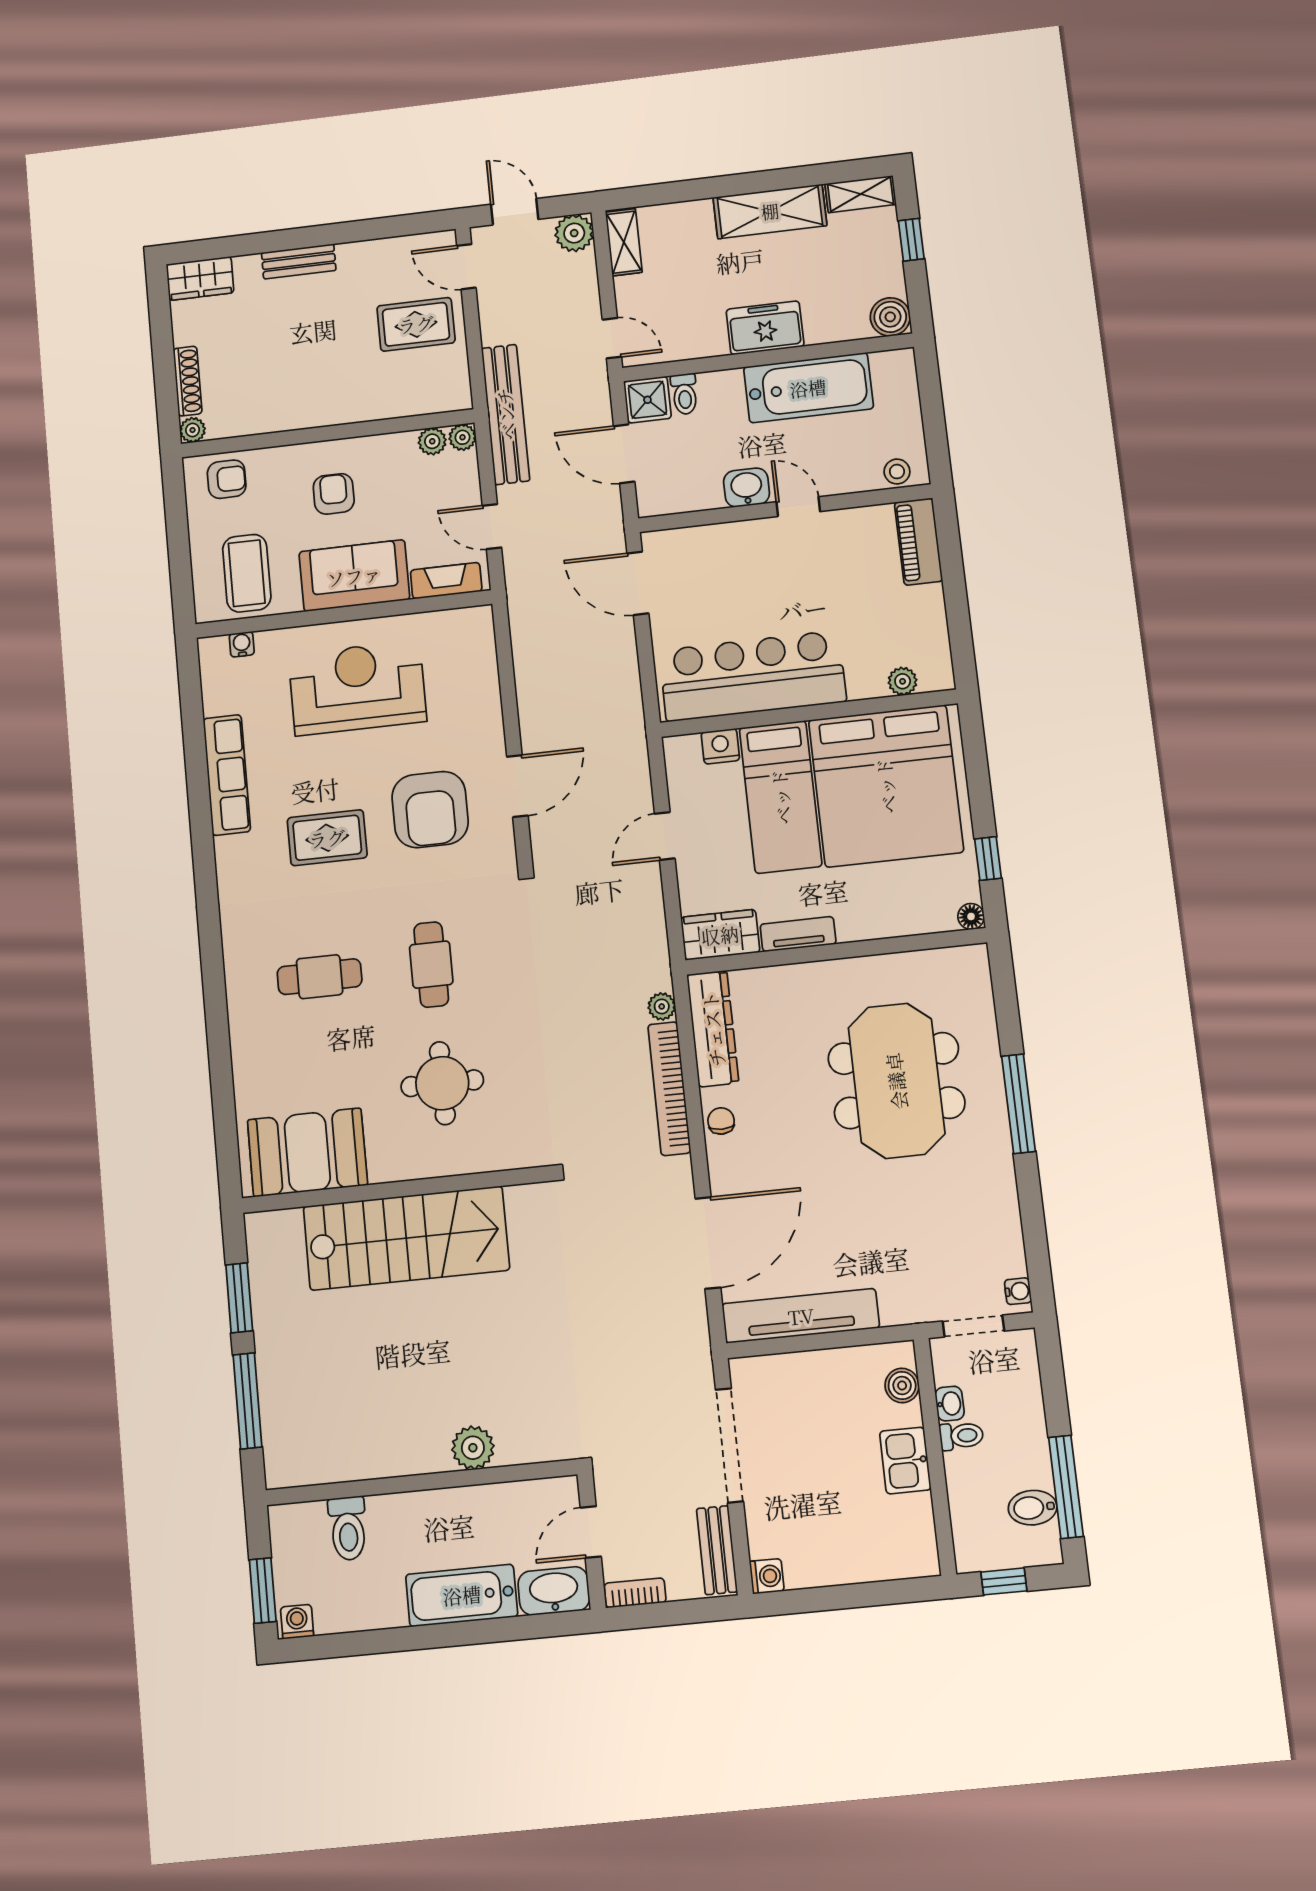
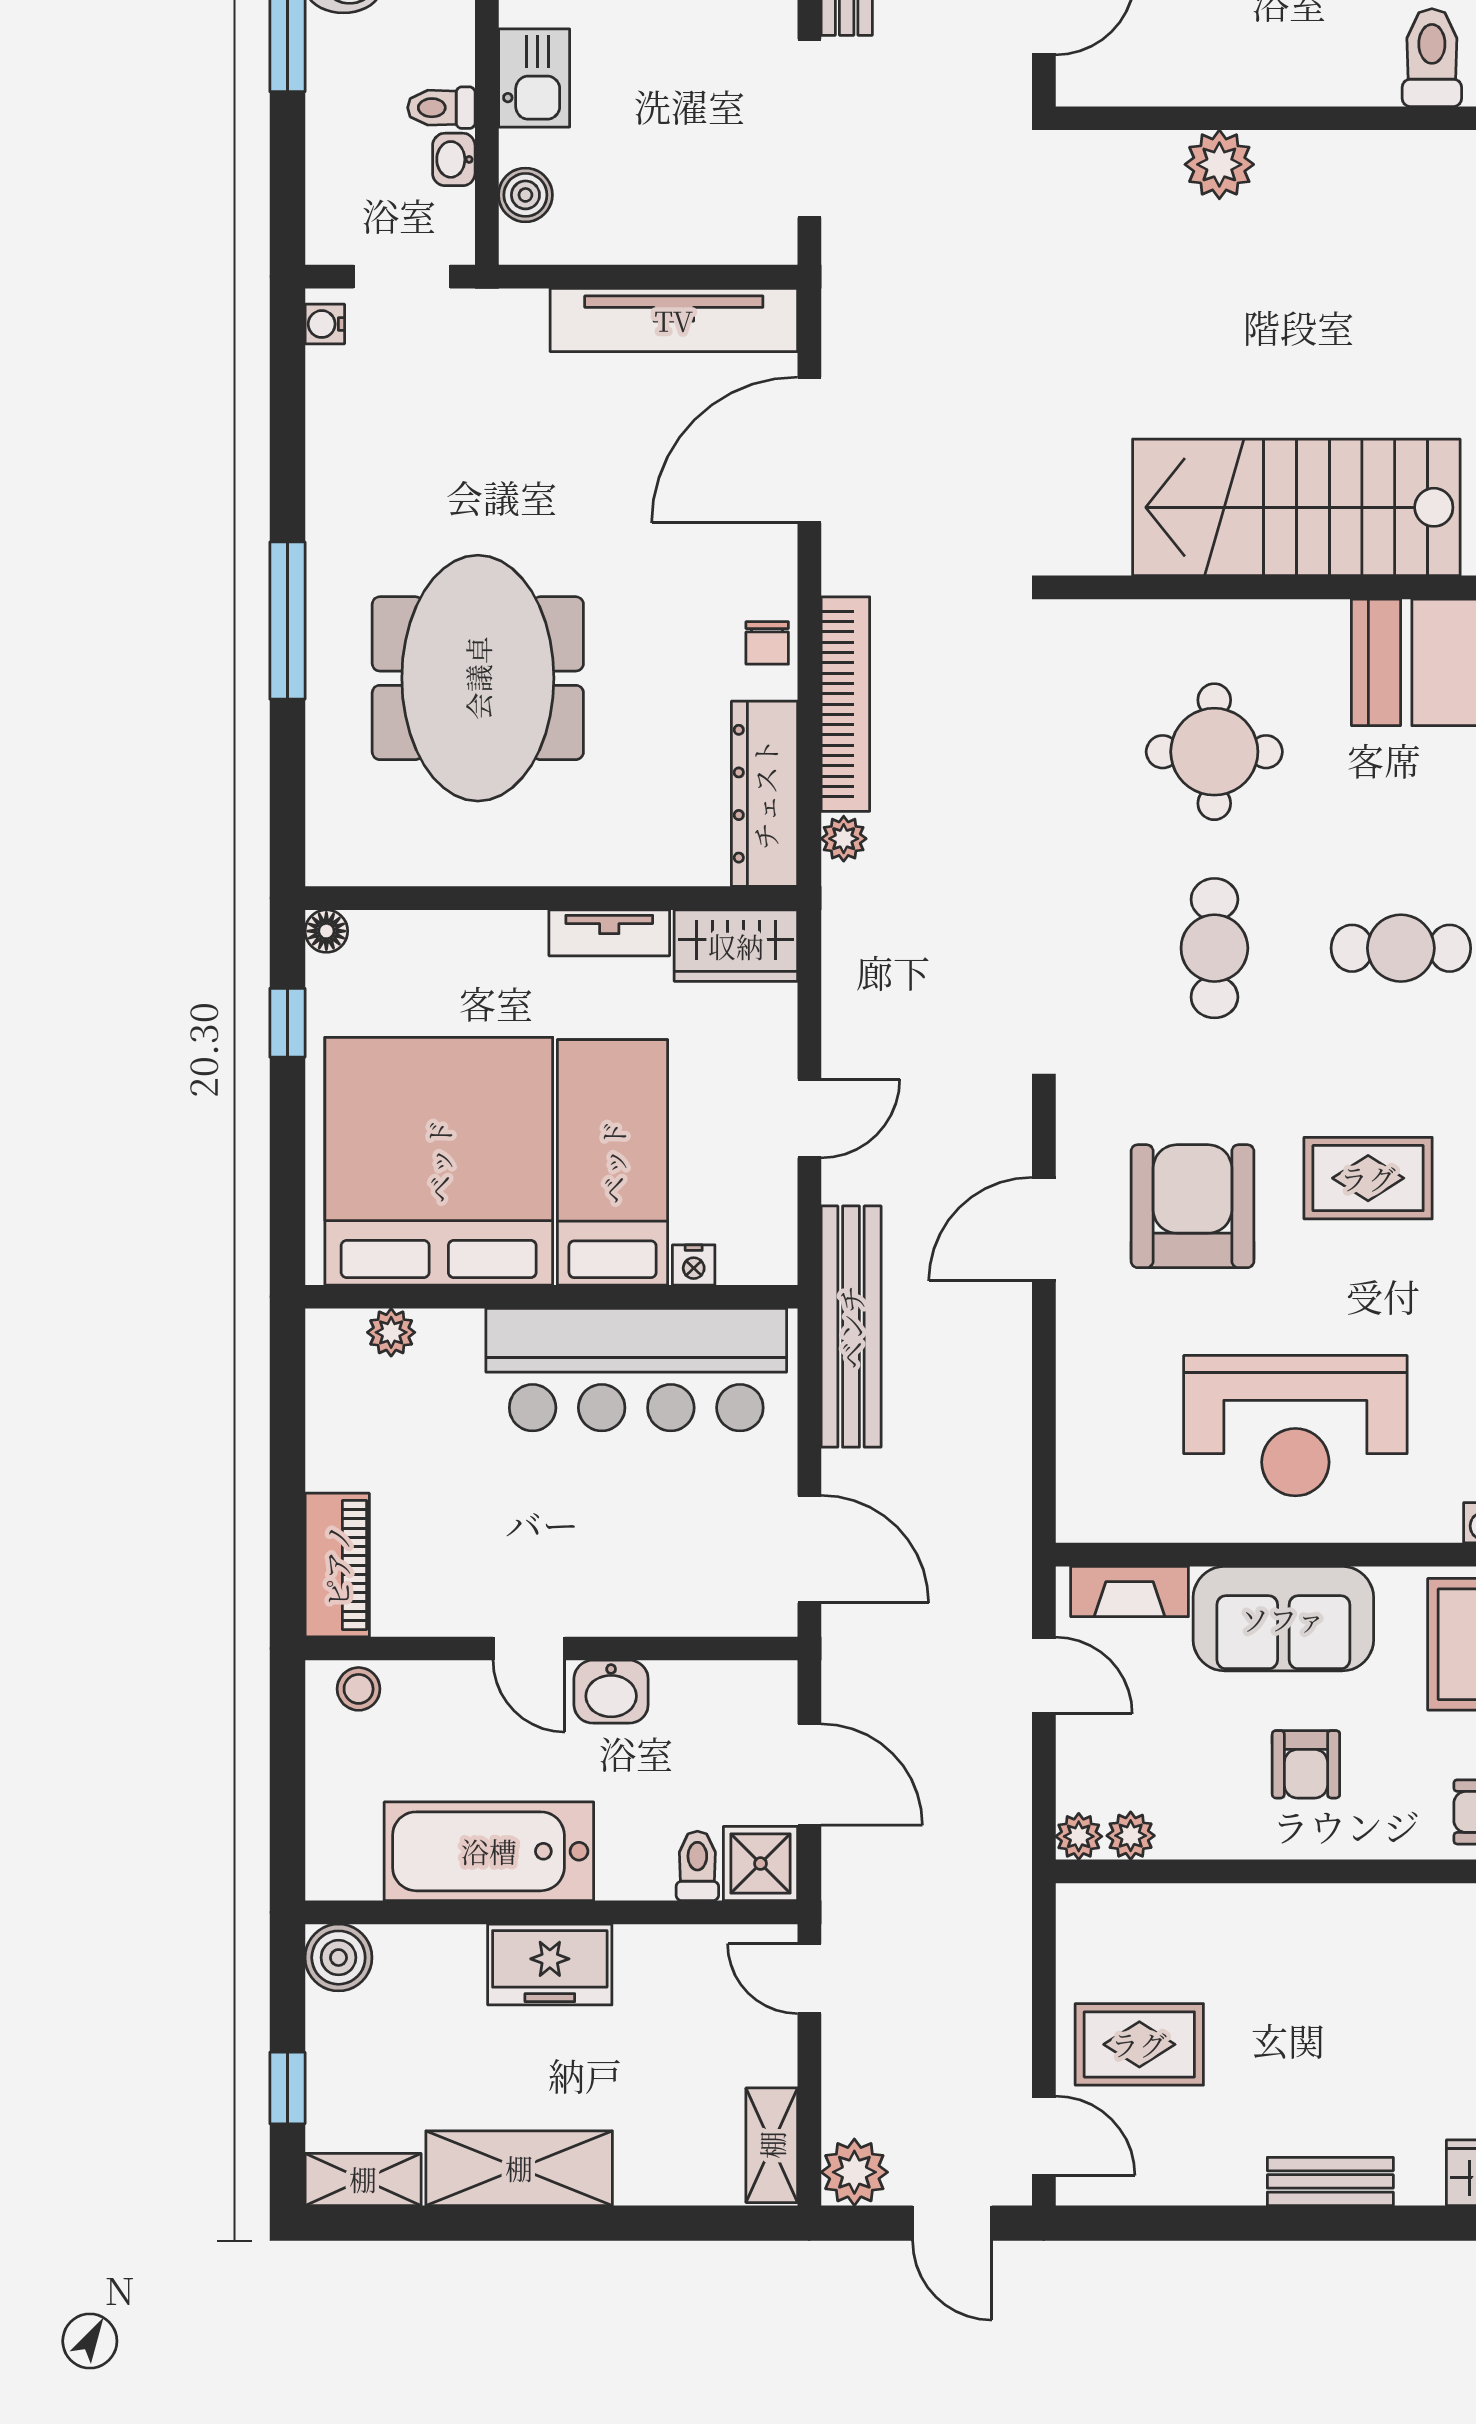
bench: (506, 414) -> (851, 1327), moved
nightstand: (720, 746) -> (694, 1265), width x0.72, depth x0.74

